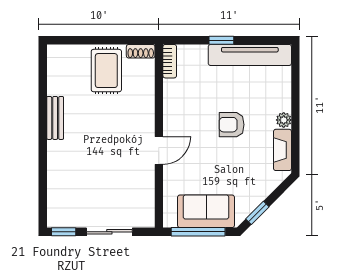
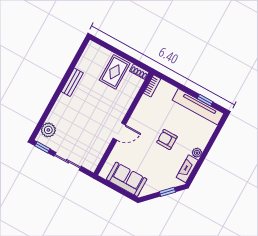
window: (221, 40) -> (205, 100), moved
plant: (59, 203) -> (48, 130), added
window: (257, 213) -> (167, 192), moved
window: (198, 232) -> (116, 188), removed

